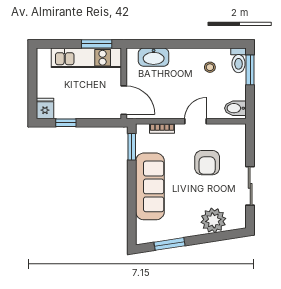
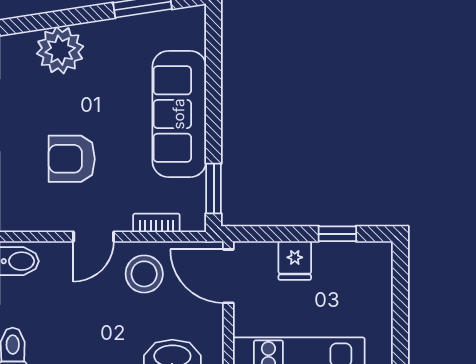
stool: (210, 67) -> (144, 274), moved, width x1.89, depth x1.89
fridge: (45, 109) -> (295, 261), moved
armchair: (207, 163) -> (72, 159), turned -90

